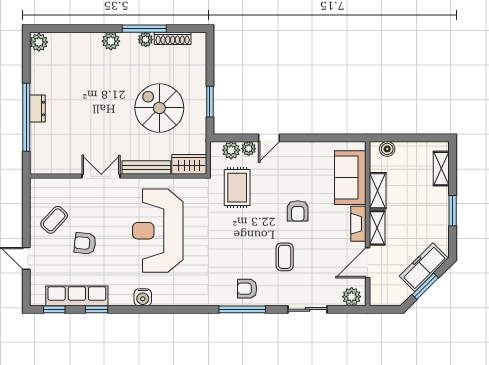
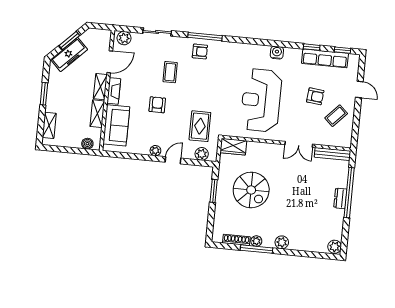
plant: (249, 149) -> (155, 151), moved
bench: (146, 167) -> (332, 154), moved
reception desk: (158, 231) -> (261, 100), turned 180

